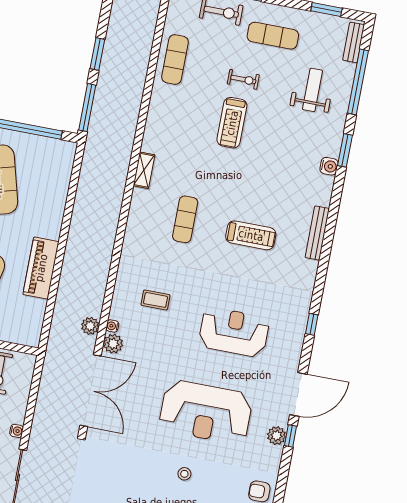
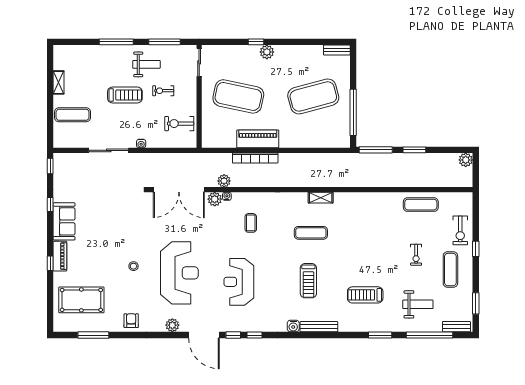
treadmill: (232, 123) -> (365, 295), moved
water cooler: (329, 166) -> (293, 326), moved
shelving: (144, 170) -> (321, 198), moved
bookcase: (67, 277) -> (255, 158), added
reception desk: (234, 332) -> (239, 282), turned 180
reception desk: (206, 412) -> (179, 273), turned 180
window: (290, 436) -> (233, 335), moved

